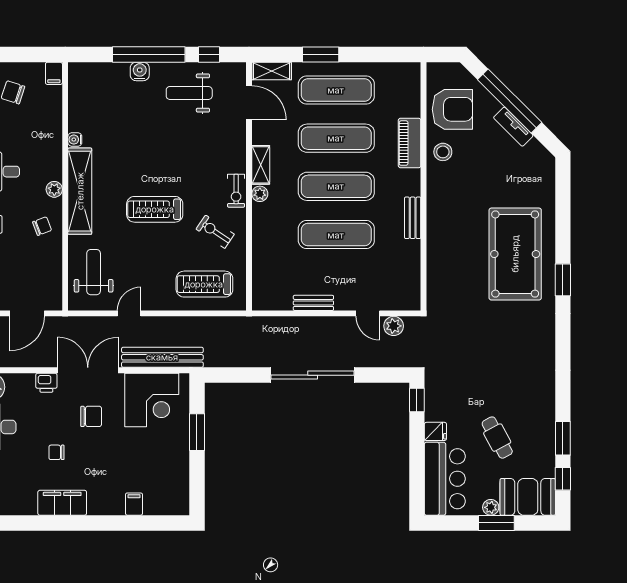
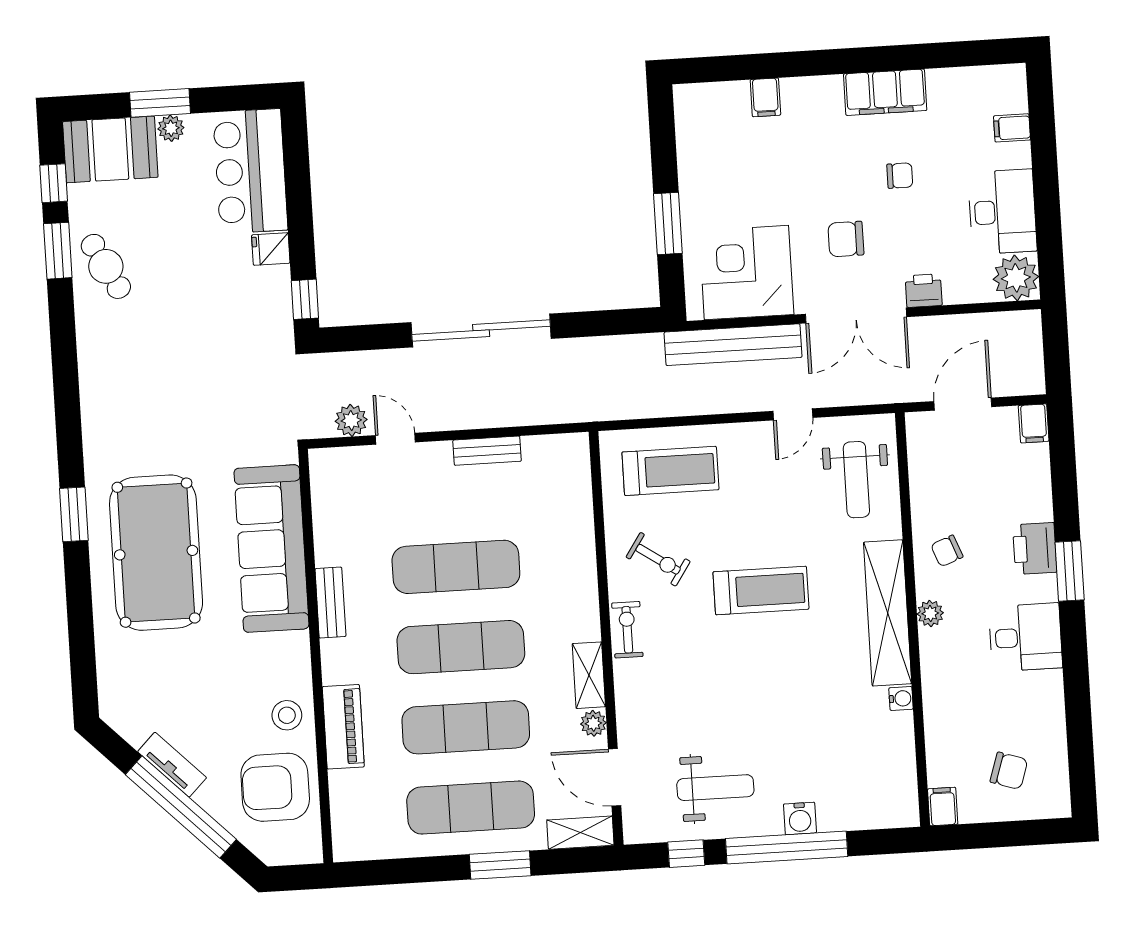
plant: (260, 194) -> (593, 723), moved
sofa: (446, 252) -> (271, 549), added
cafe table: (497, 438) -> (106, 266), moved

